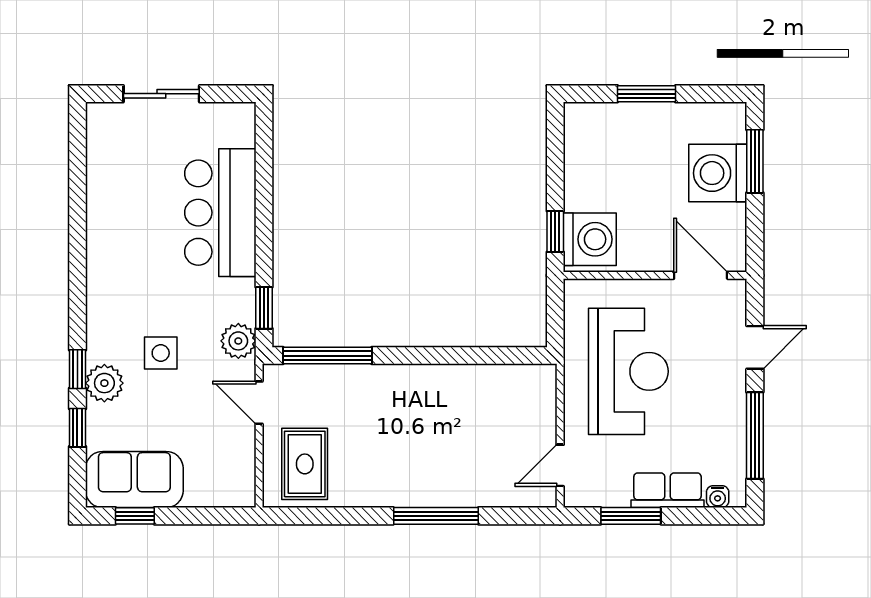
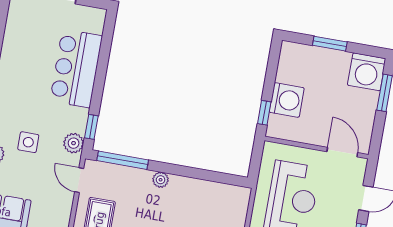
washing machine: (718, 173) -> (367, 72), moved, turned -90
washing machine: (590, 239) -> (287, 100), moved
plant: (398, 377) -> (161, 180), added

